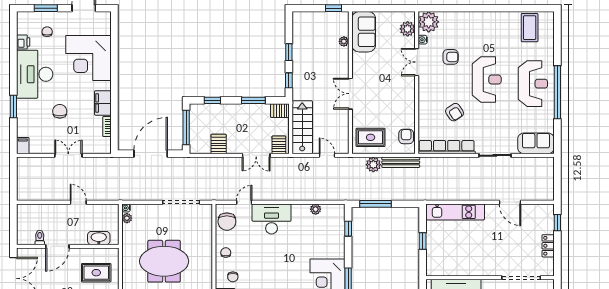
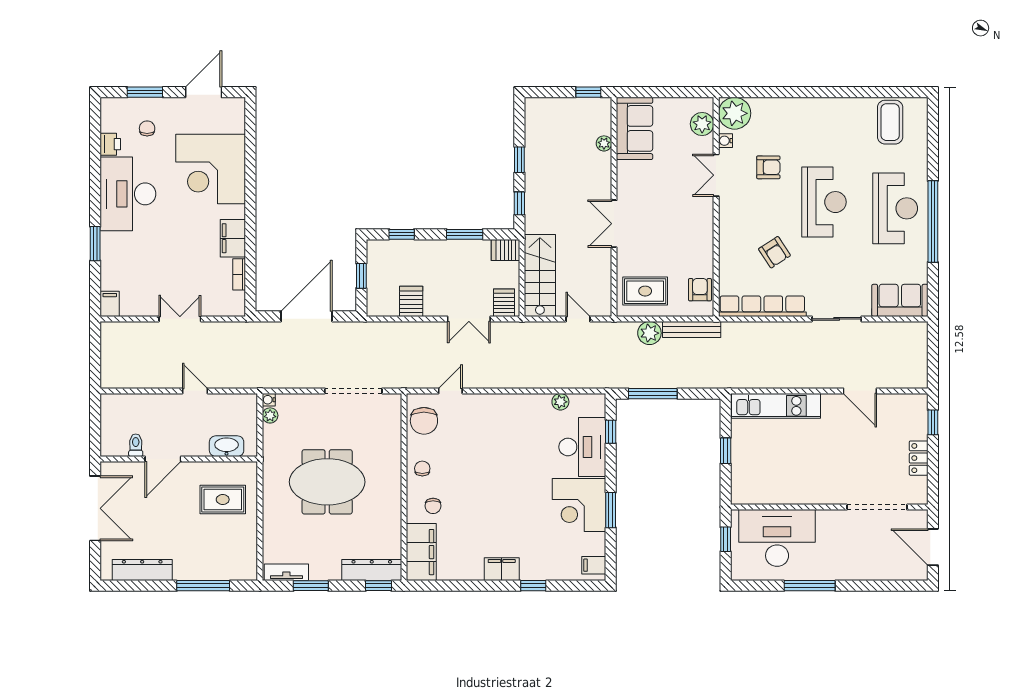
chair: (60, 111) -> (167, 251), removed
window: (186, 127) -> (361, 276), width x0.46
desk: (272, 219) -> (582, 447), moved, turned 90

